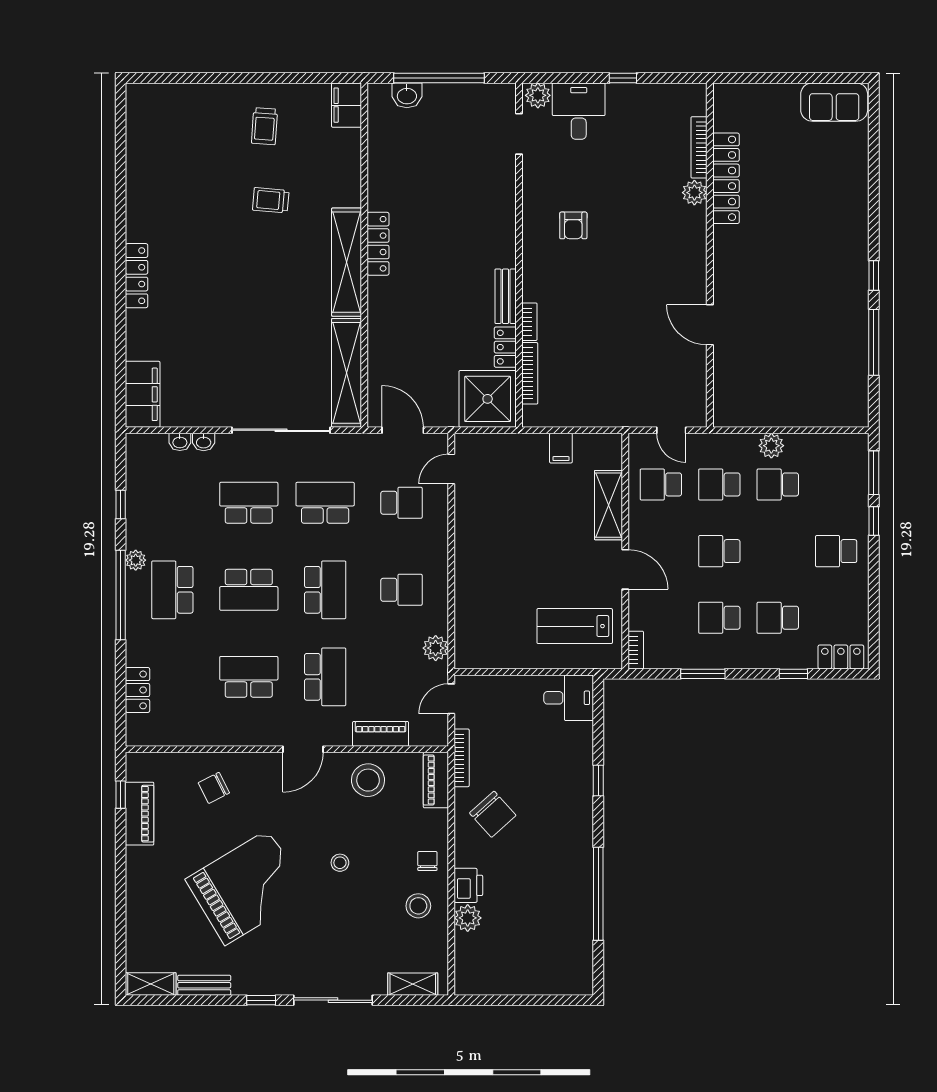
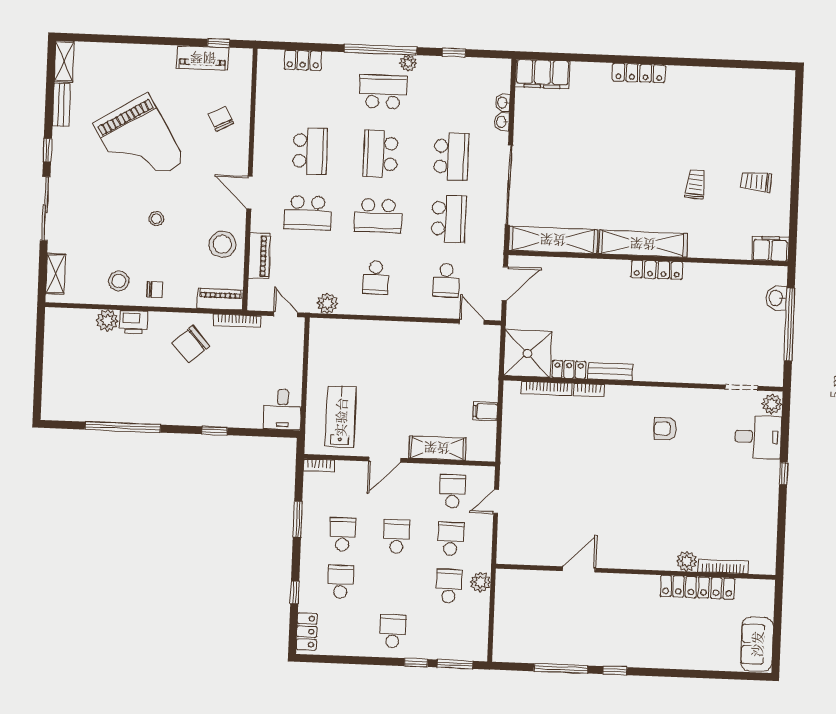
bookcase: (699, 147) -> (723, 566), moved
locker: (726, 178) -> (697, 587), moved
plant: (694, 193) -> (687, 561), moved
wall: (710, 255) -> (636, 572), moved
door: (710, 325) -> (579, 569), moved

